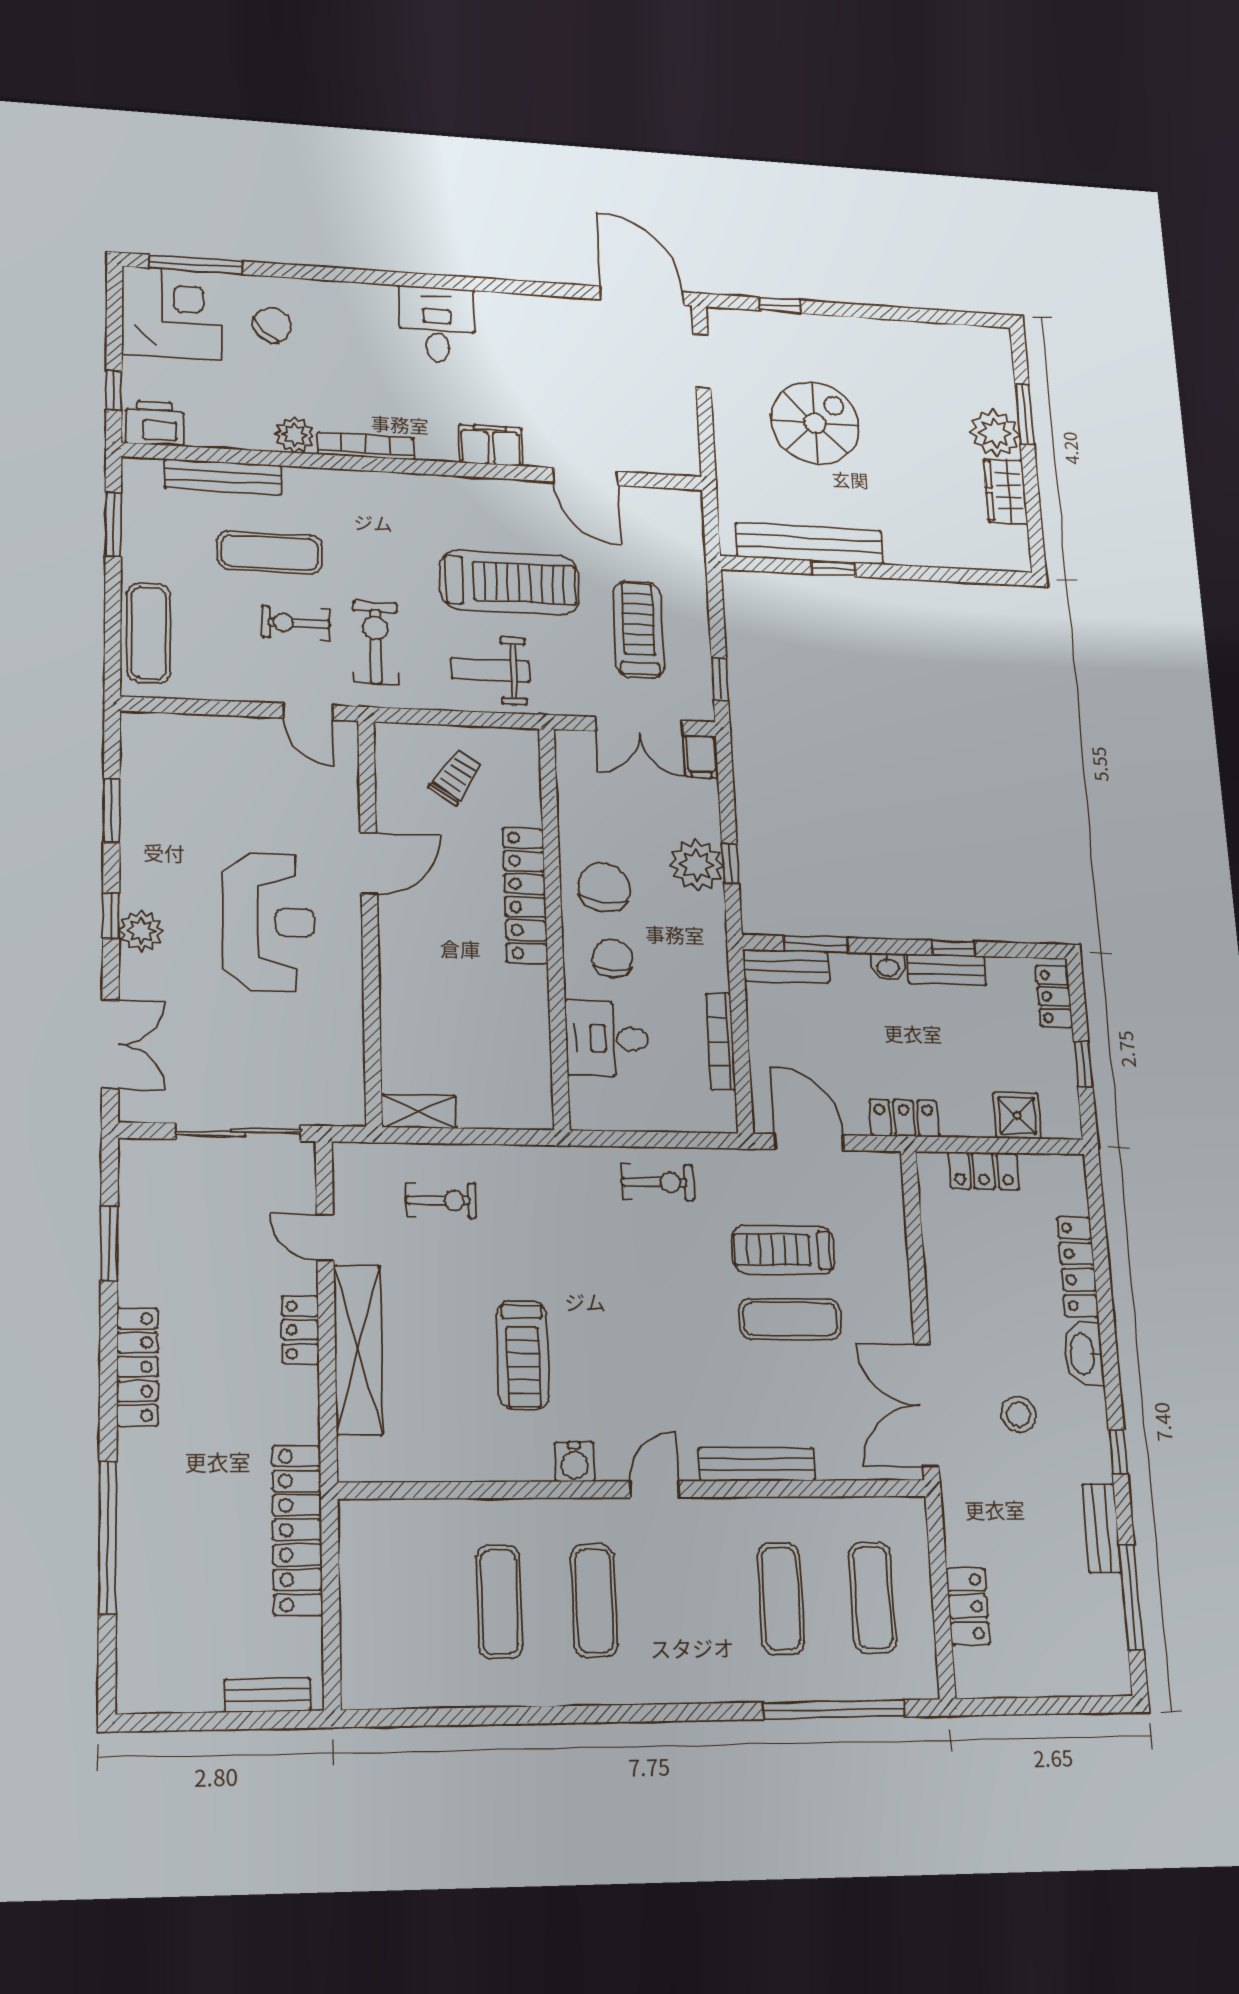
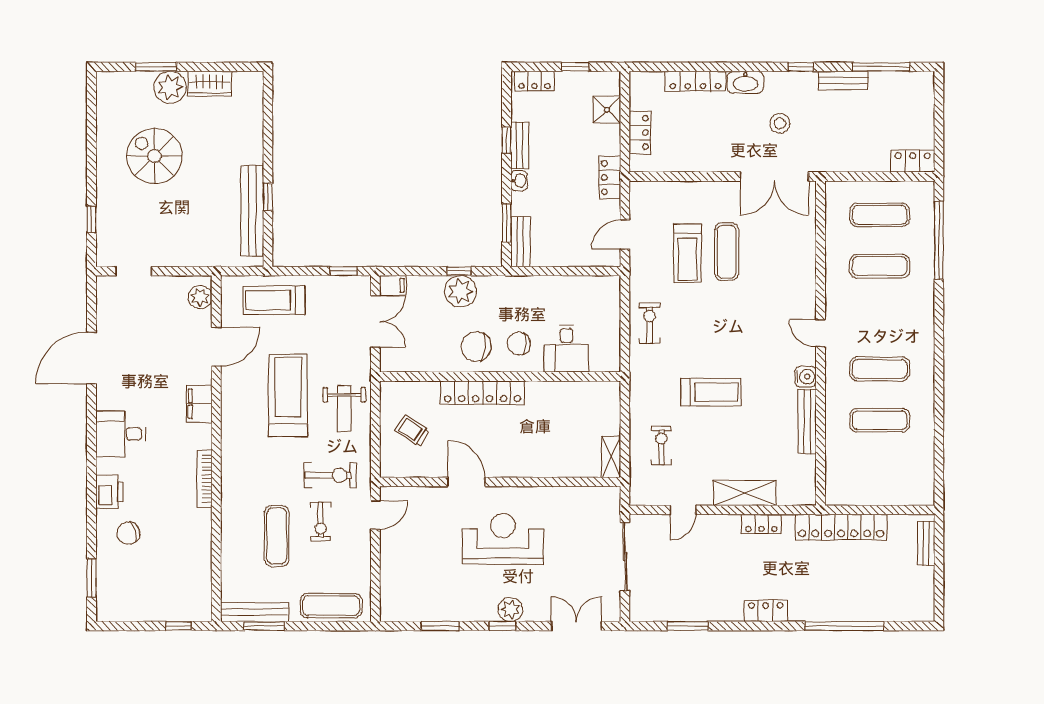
window: (196, 265) -> (91, 578), width x0.69
door: (642, 296) -> (91, 358), moved
corner desk: (172, 313) -> (125, 592), removed
chair: (272, 325) -> (128, 533), turned -63
printer: (154, 423) -> (110, 492), moved, turned 180
spiral stairs: (815, 423) -> (154, 156), moved
plant: (294, 435) -> (200, 297), moved
bench: (223, 477) -> (254, 612), moved, turned 90
treadmill: (639, 630) -> (274, 300), moved
exercise bike: (376, 643) -> (330, 475), turned 180
bookcase: (721, 1041) -> (567, 283), removed
door: (809, 1142) -> (625, 234), width x0.73
locker: (300, 1330) -> (761, 524), moved
shelving: (358, 1350) -> (745, 493), width x0.68
treadmill: (523, 1355) -> (711, 392), moved
locker: (137, 1367) -> (766, 611), width x0.66
bench: (757, 1464) -> (807, 421), moved
locker: (968, 1606) -> (913, 161), moved

